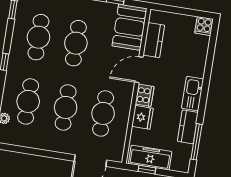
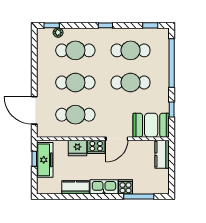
cooker: (204, 26) -> (126, 187), moved, turned 90
kitchen counter: (154, 40) -> (162, 154), moved, turned 90
door: (139, 70) -> (117, 139), swing flipped
window: (196, 142) -> (139, 197), moved

